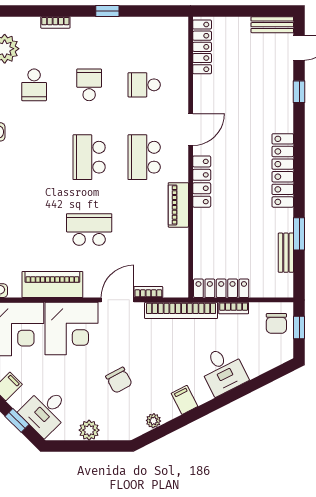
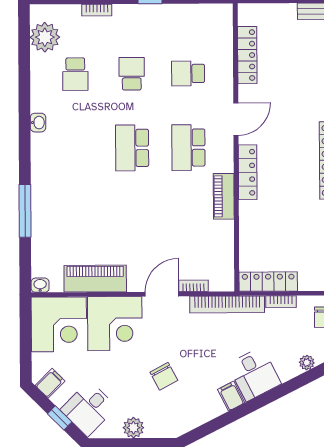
locker: (202, 47) -> (247, 55), moved
school desk: (89, 230) -> (132, 222), removed
desk: (223, 370) -> (254, 374), moved
plant: (153, 421) -> (307, 363), moved

